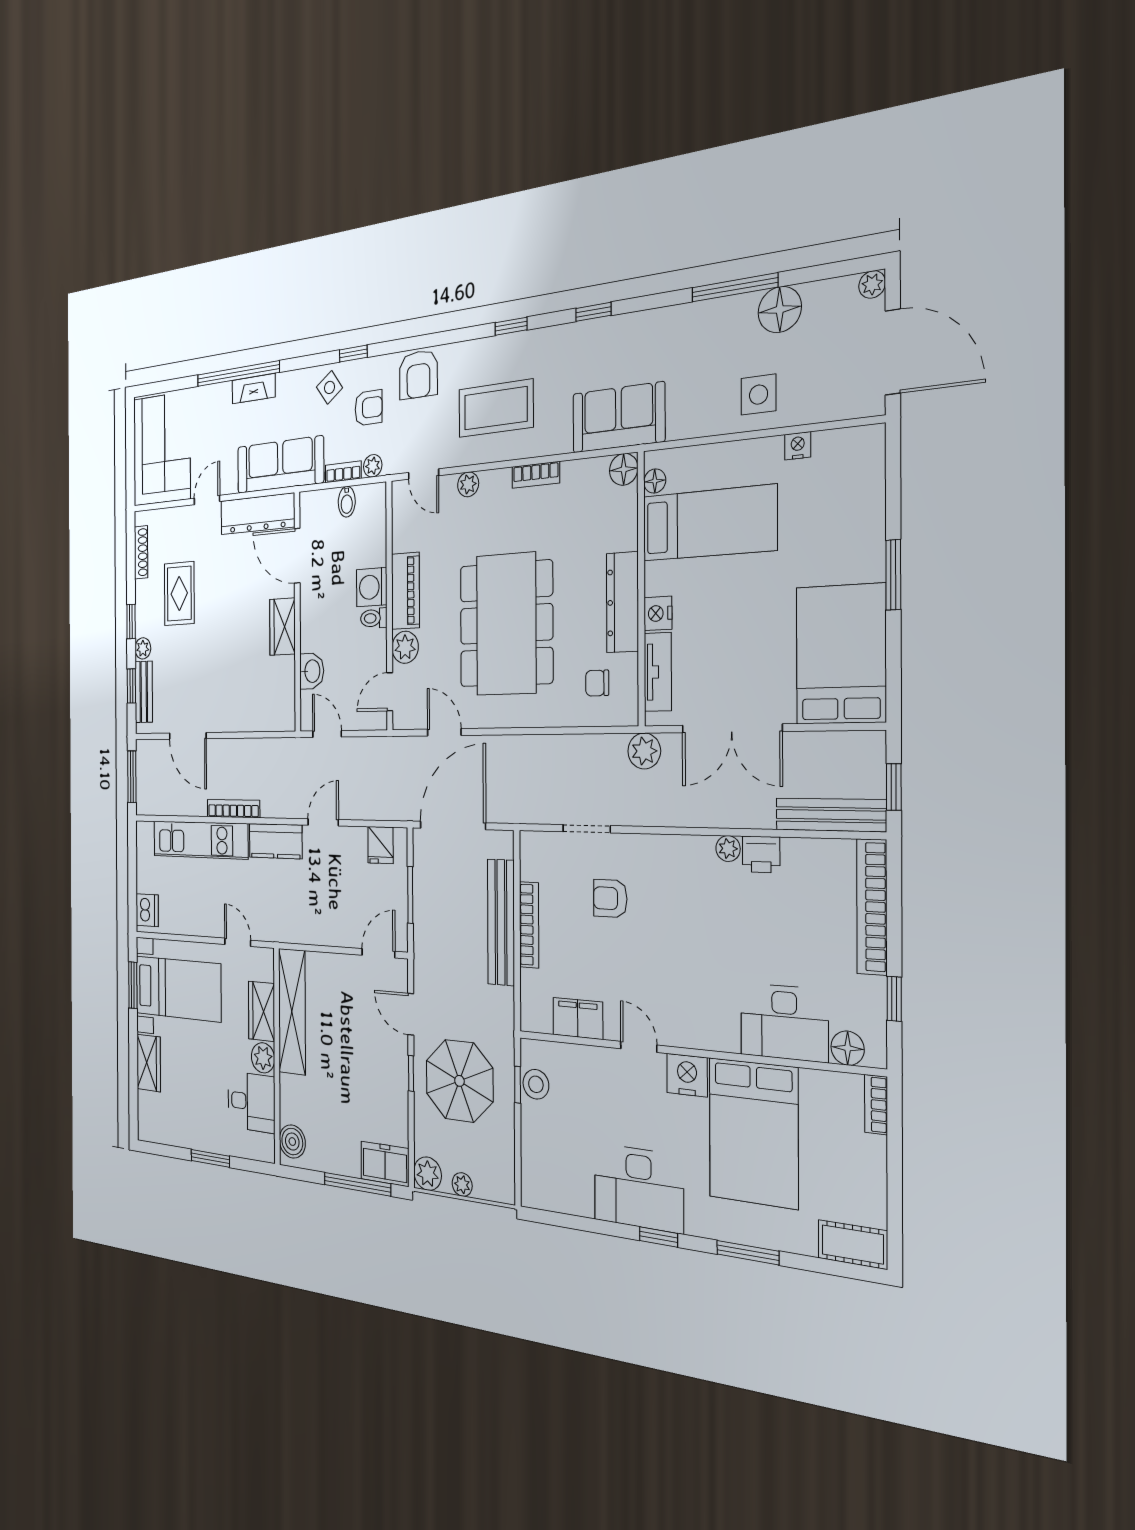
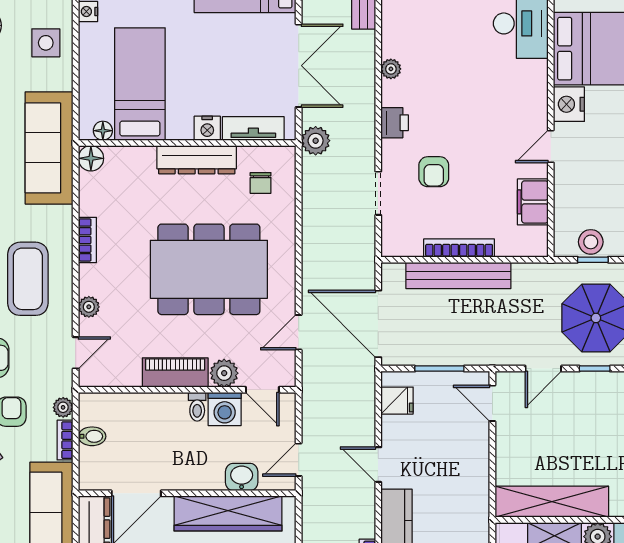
sofa: (618, 417) -> (49, 148), width x1.36
washing machine: (372, 587) -> (225, 409), moved
wardrobe: (283, 627) -> (228, 513), width x2.10, depth x1.17
printer: (761, 854) -> (395, 123), moved

